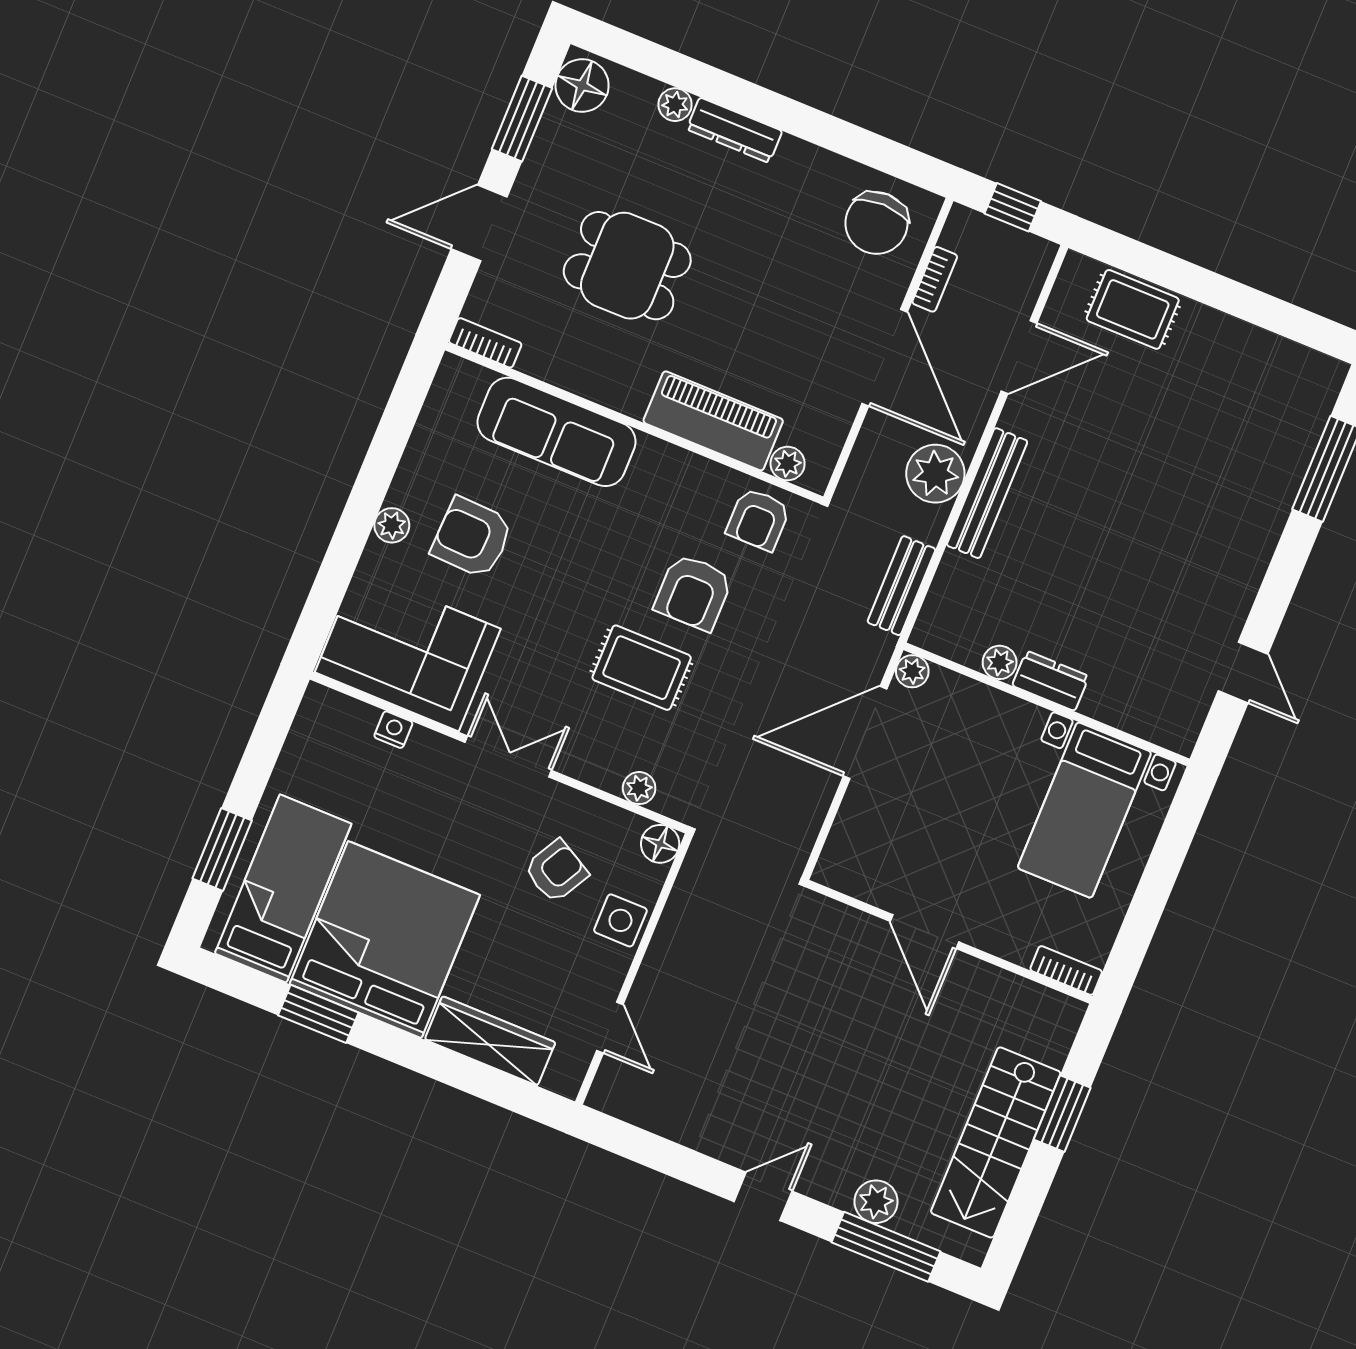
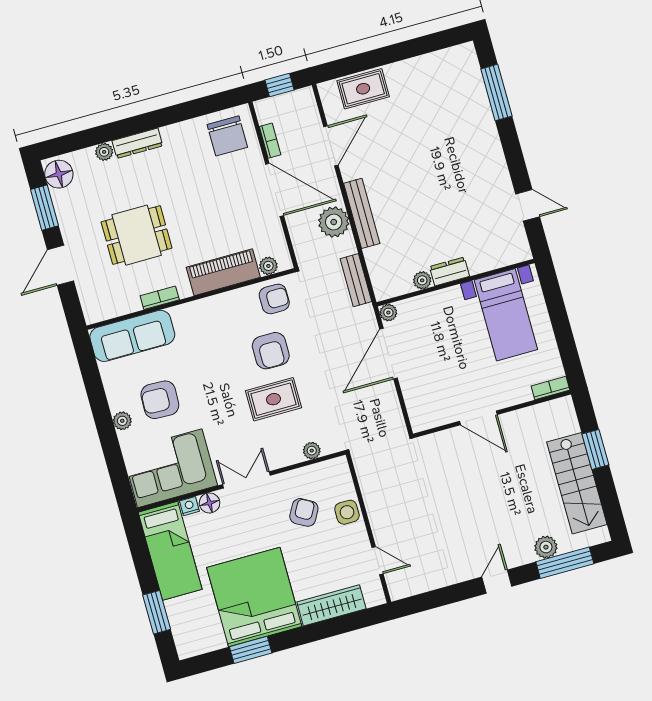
bookcase: (485, 343) -> (160, 298), moved
sofa: (557, 432) -> (132, 336), moved
armchair: (758, 519) -> (274, 299), turned -90
floor lamp: (660, 844) -> (210, 503), moved
bed: (283, 889) -> (170, 551), moved, turned 180

